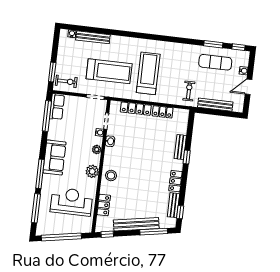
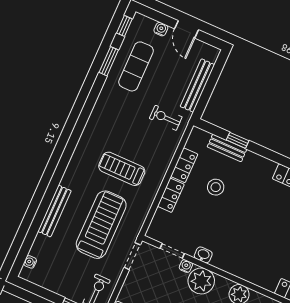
bench: (93, 37) -> (54, 211), moved
treadmill: (148, 73) -> (122, 169), width x0.73, depth x0.73
locker: (136, 109) -> (171, 195), width x0.66
bench: (180, 147) -> (227, 148), moved
plant: (97, 149) -> (201, 281), width x1.87, depth x1.87
window: (187, 157) -> (238, 140), moved
stool: (111, 176) -> (216, 187), moved

